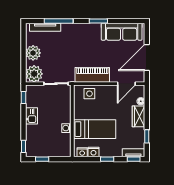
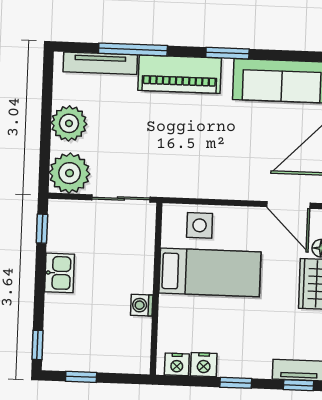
piano: (92, 75) -> (180, 74), moved, turned 180
door: (126, 84) -> (288, 205), hinge flipped
bed: (95, 129) -> (210, 272), moved

